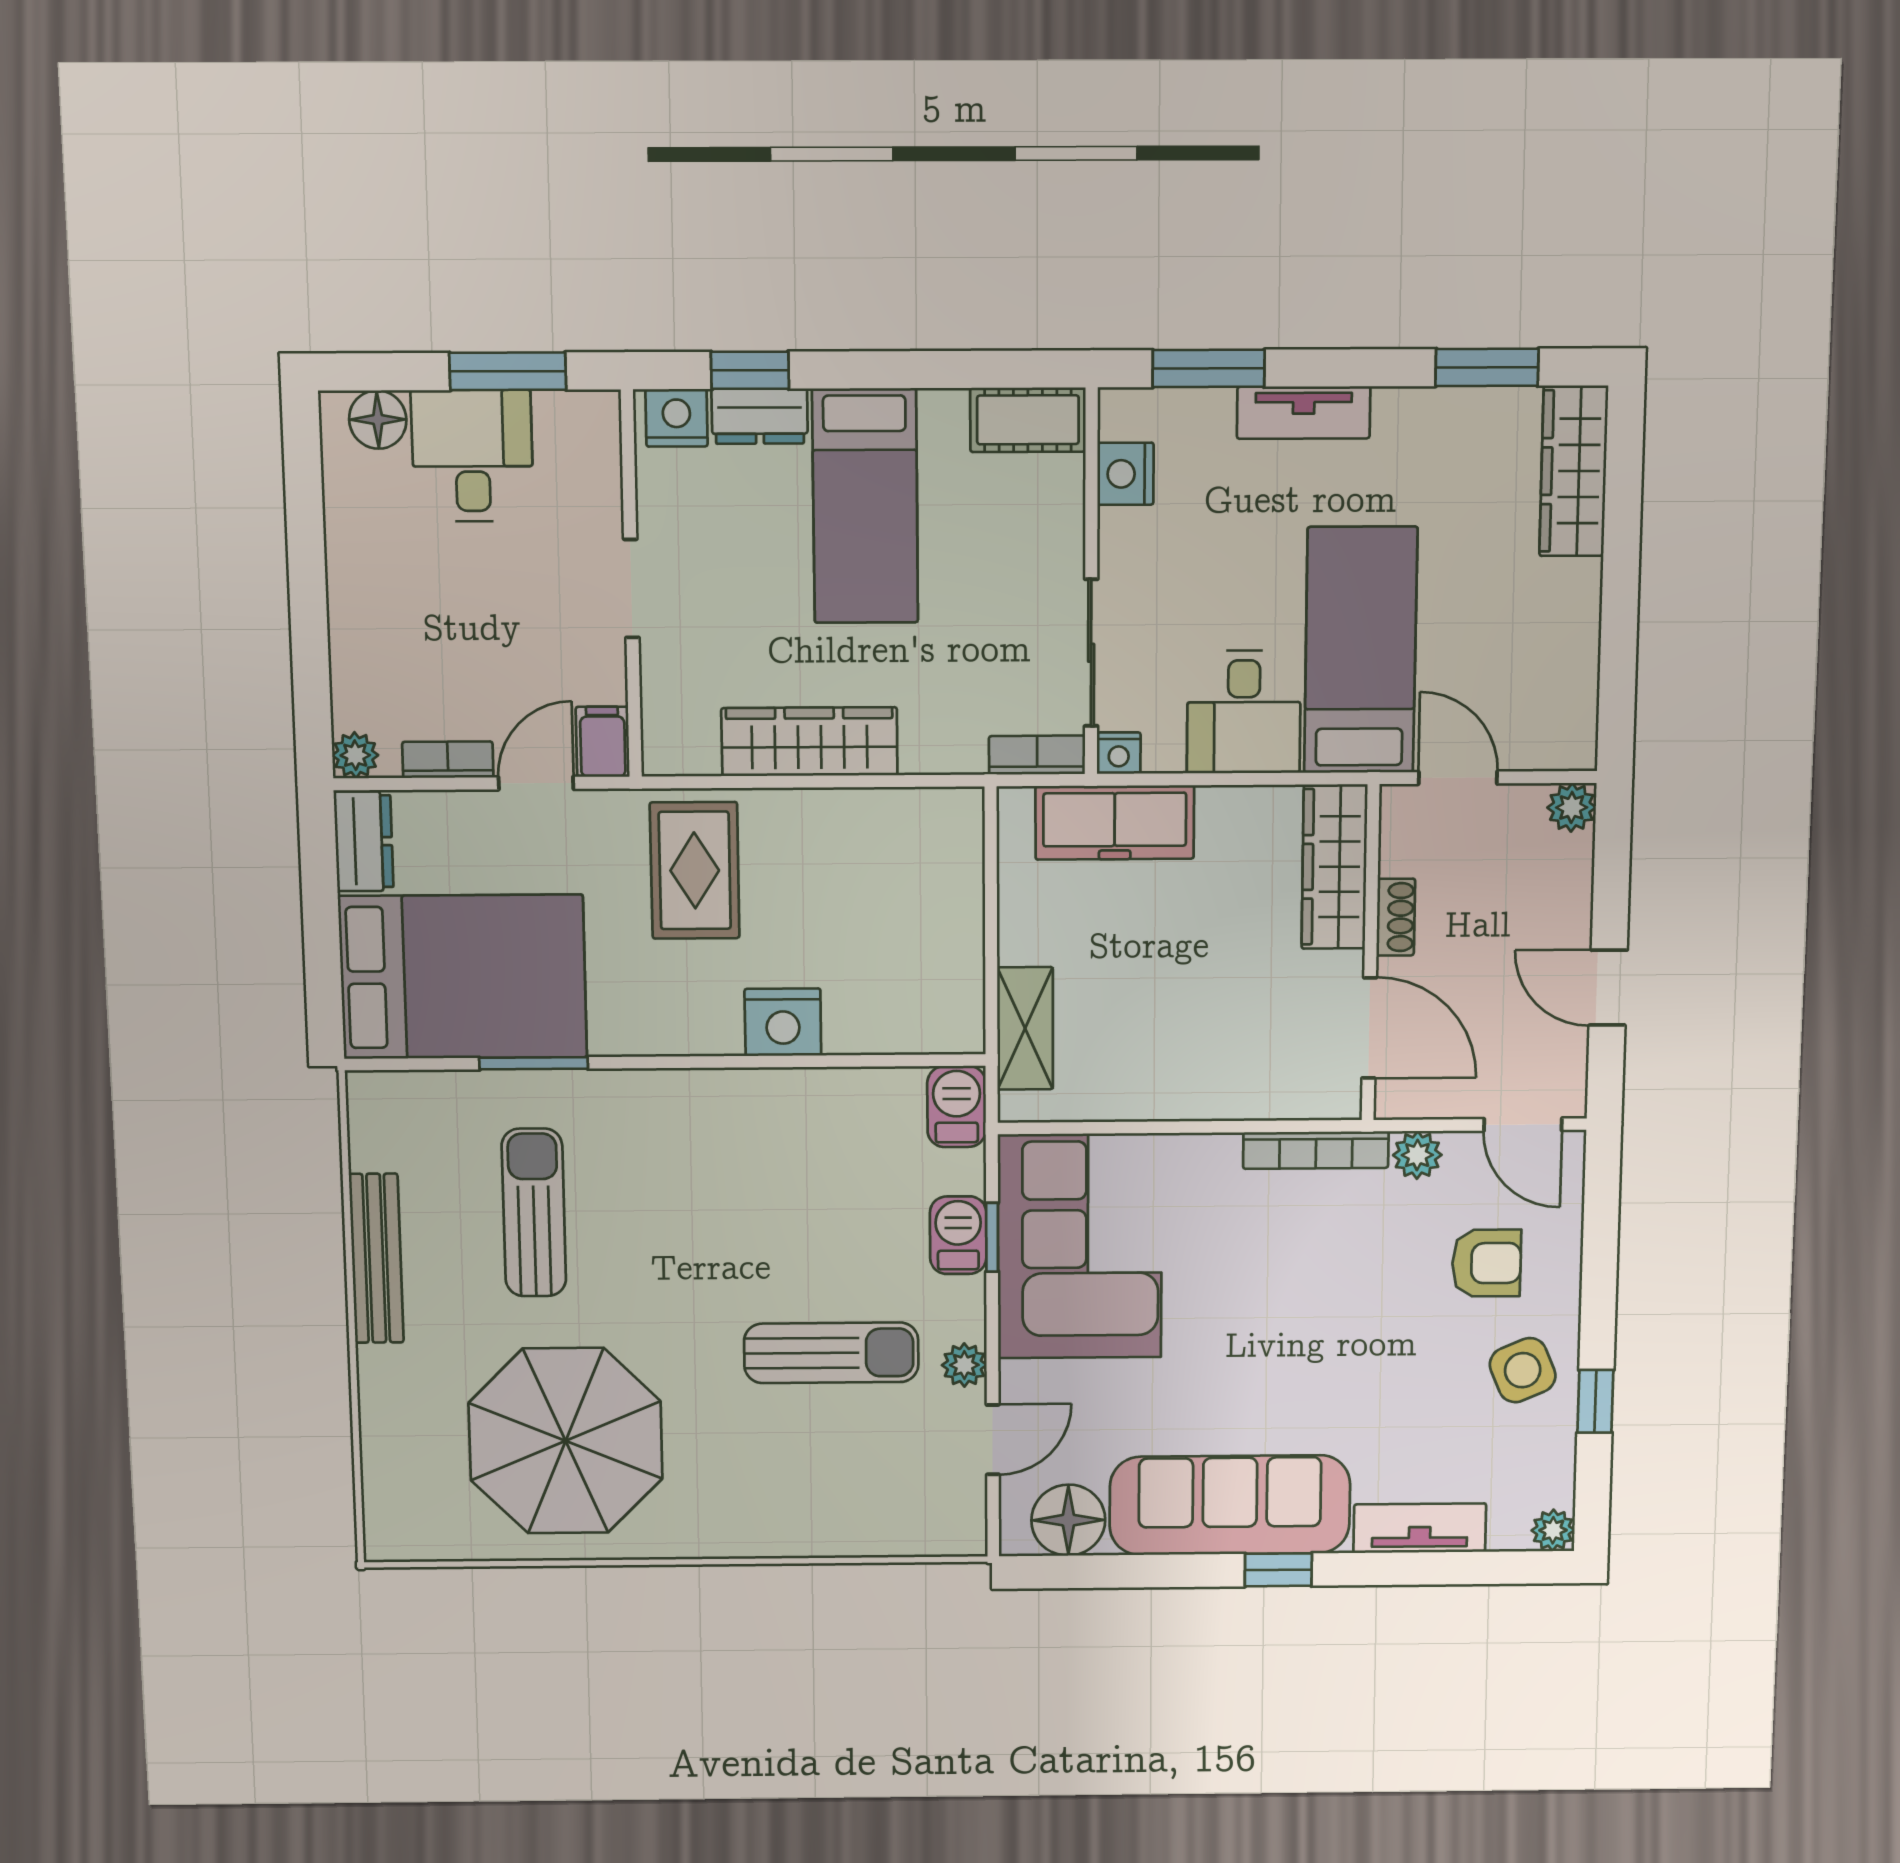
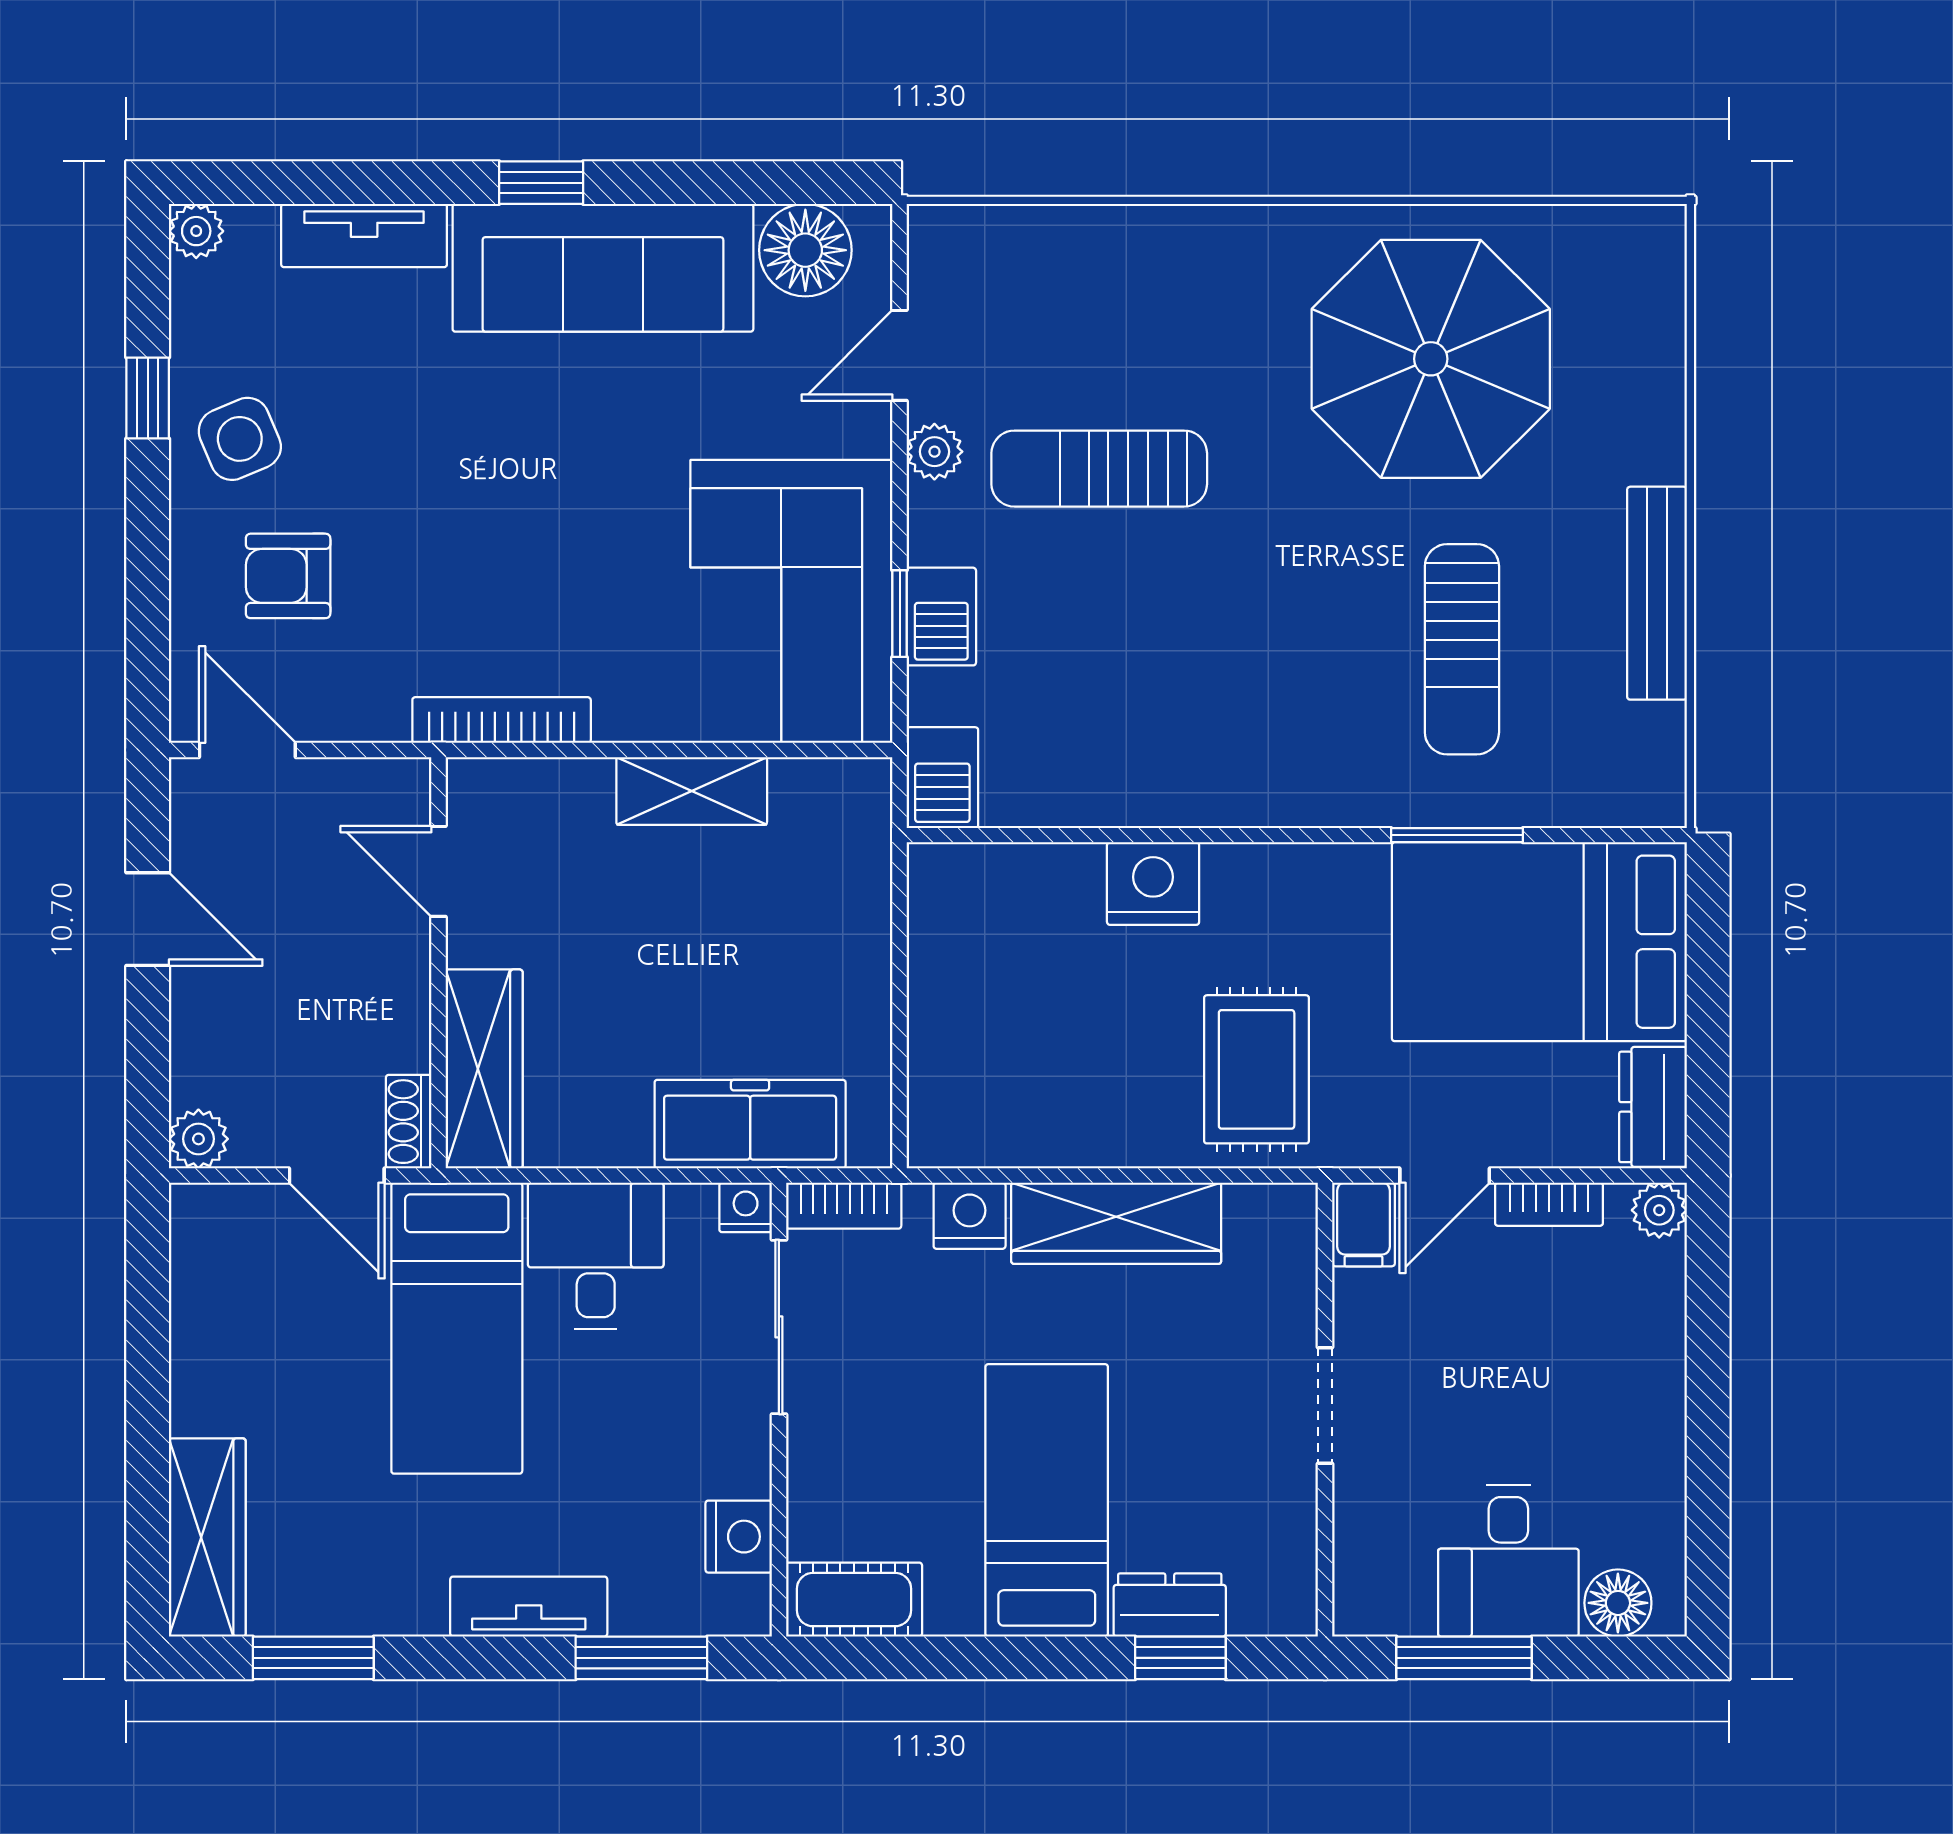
nightstand: (676, 418) -> (970, 1216), moved, turned 180
shoe rack: (1396, 917) -> (409, 1122), moved
shelving: (1025, 1028) -> (692, 791), moved, turned 90
door: (1369, 1028) -> (438, 871), width x0.73
plant: (1417, 1155) -> (377, 713), removed

